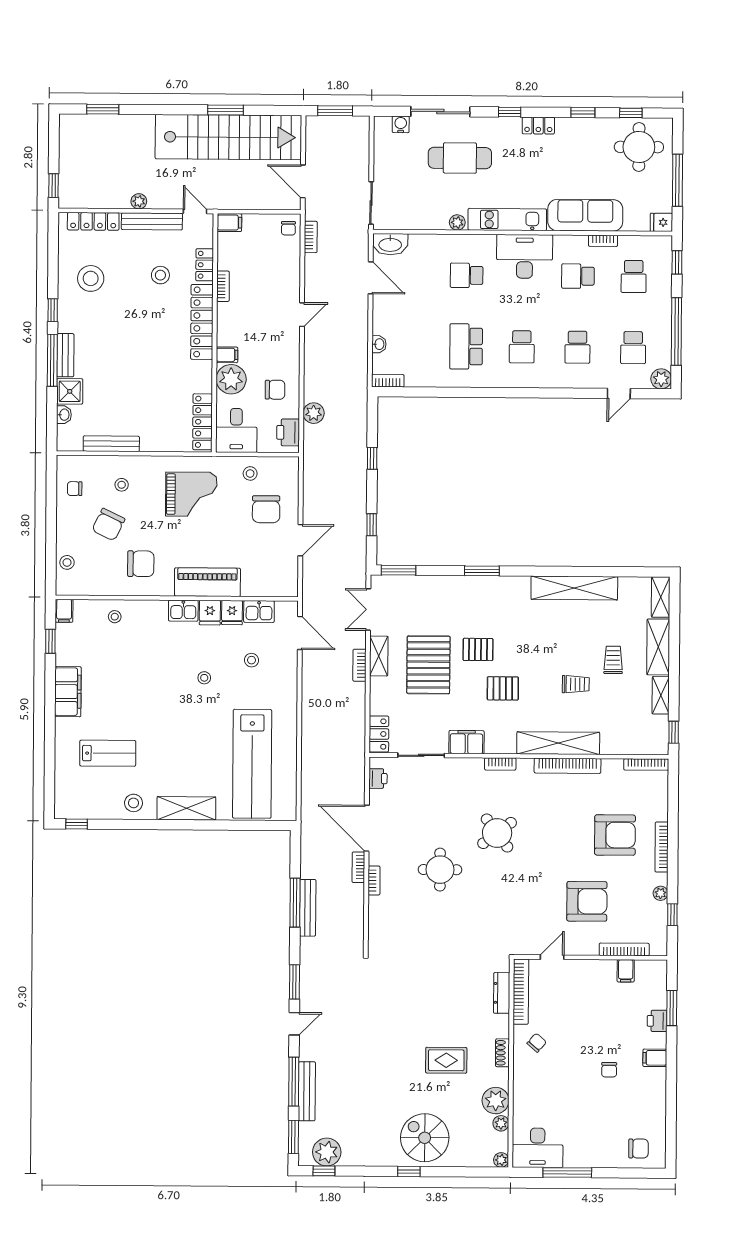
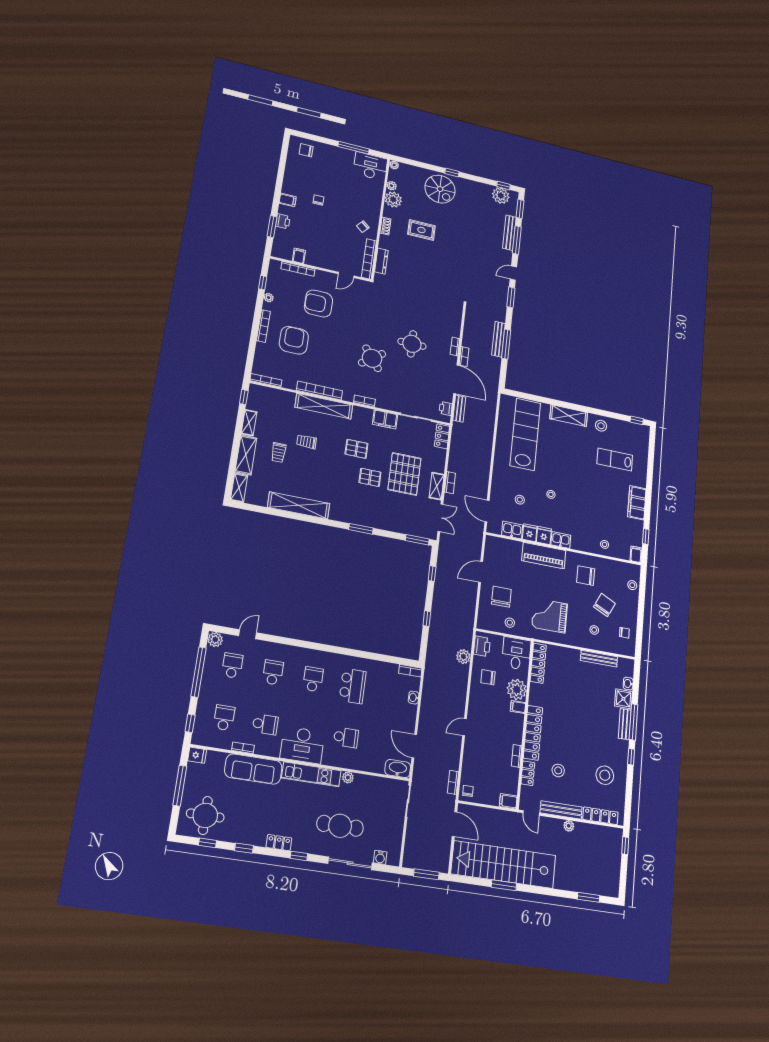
bench: (357, 783) -> (459, 409), added
armchair: (615, 835) -> (294, 340), turned 90

